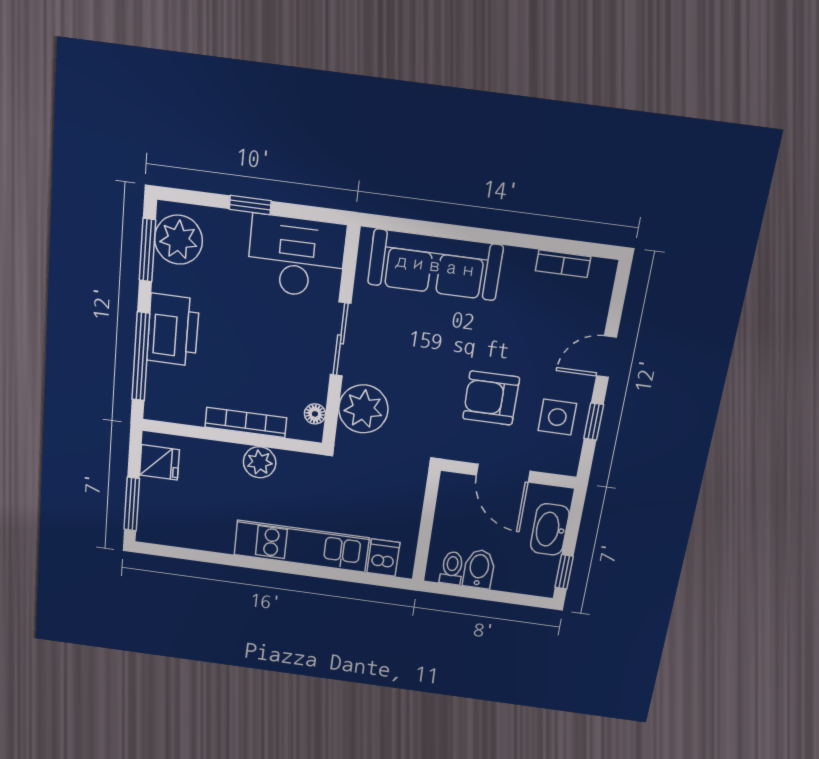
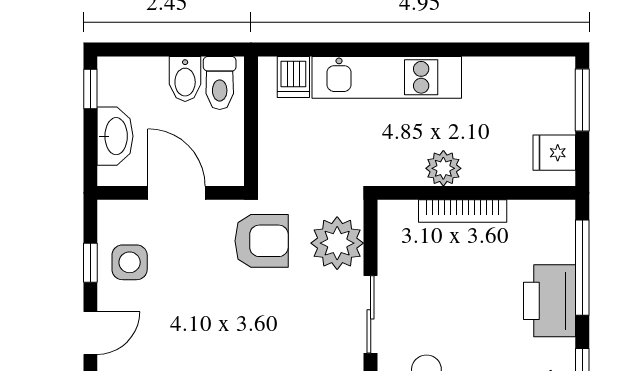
armchair: (491, 398) -> (262, 241), moved
floor lamp: (315, 414) -> (389, 231), removed
toilet: (452, 568) -> (220, 83), width x1.37, depth x1.39

